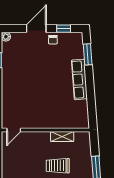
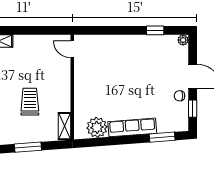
plant: (79, 109) -> (97, 127), added
shelving: (62, 137) -> (64, 126), moved

